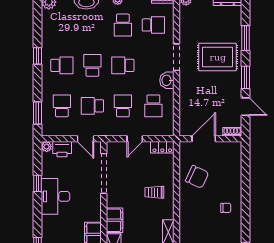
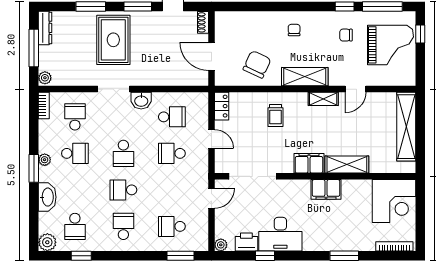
window: (37, 56) -> (81, 256), moved
school desk: (92, 106) -> (75, 226), moved
printer: (62, 149) -> (246, 242), moved, turned -90
shelving: (187, 217) -> (305, 77), added

